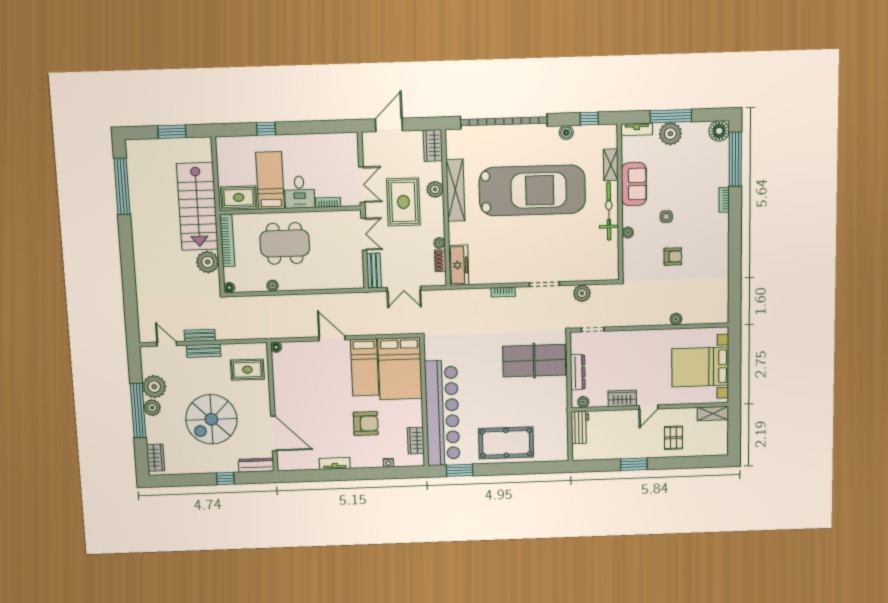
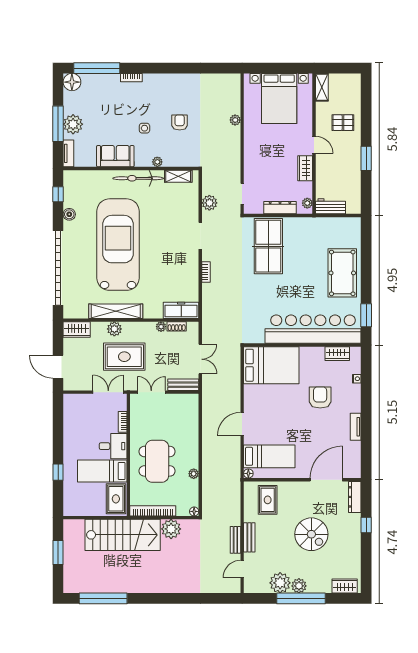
shelving: (611, 165) -> (178, 176), moved
bed: (365, 367) -> (269, 456), moved
spiral stairs: (211, 419) -> (311, 534), width x0.73, depth x0.73

